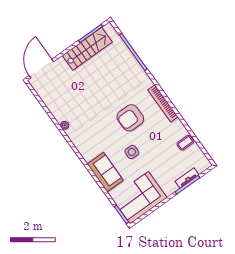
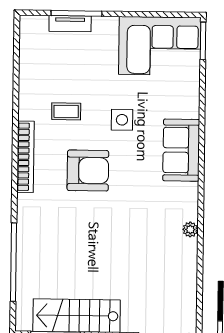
coffee table: (185, 143) -> (66, 111), moved
sofa: (105, 172) -> (181, 150), moved

